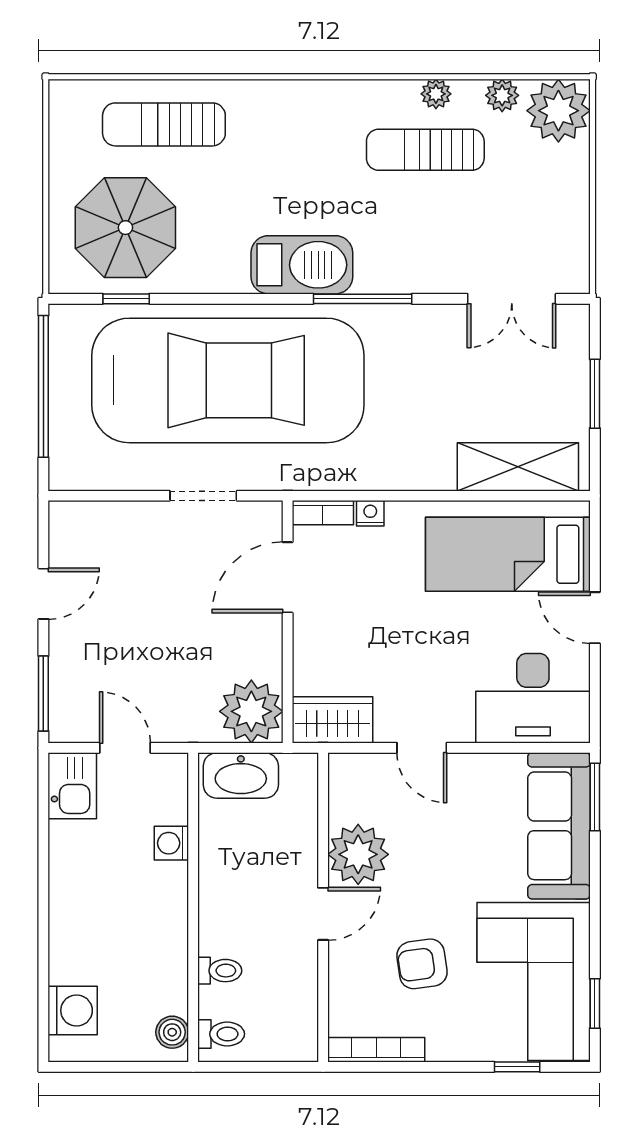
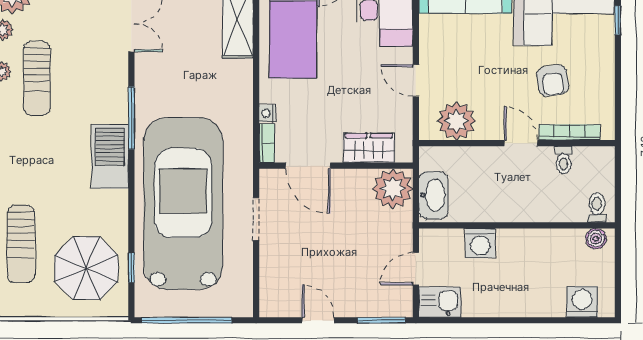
wardrobe: (332, 720) -> (369, 148), moved, turned 90
door: (422, 748) -> (416, 81), swing flipped
washing machine: (171, 843) -> (480, 243), width x1.38, depth x1.38
plant: (358, 854) -> (456, 121), moved
toilet: (220, 971) -> (564, 160), moved, turned 180
bookcase: (376, 1050) -> (569, 132), moved, turned 90

